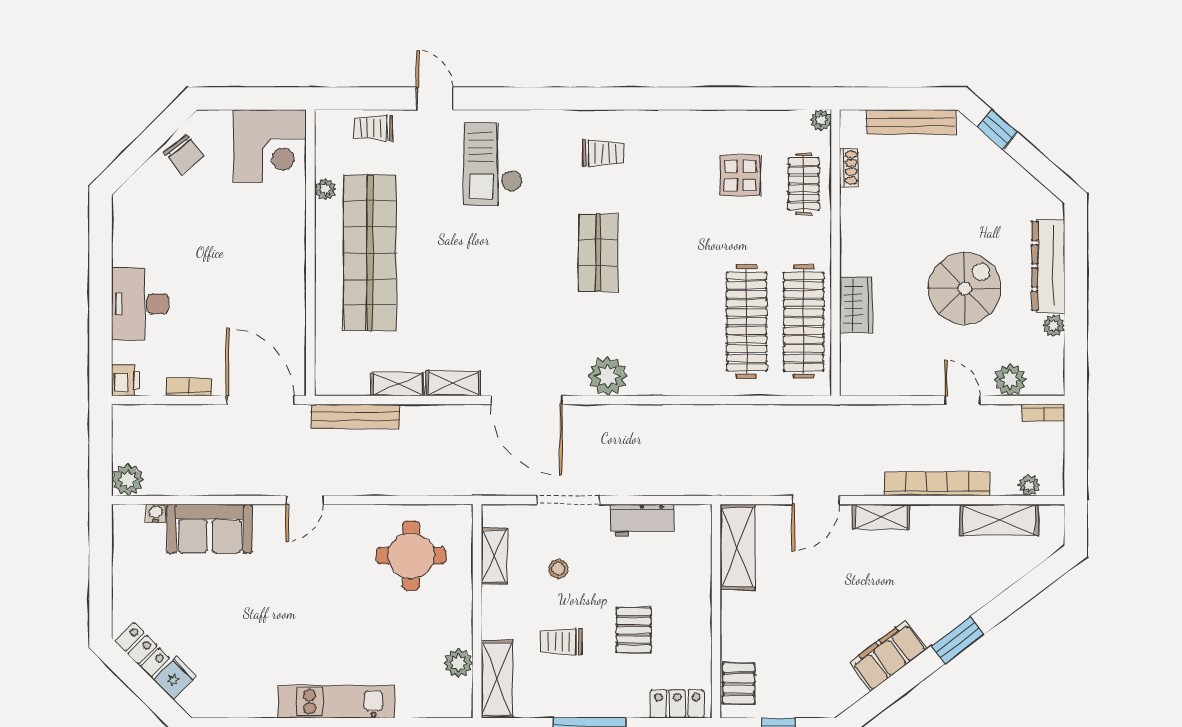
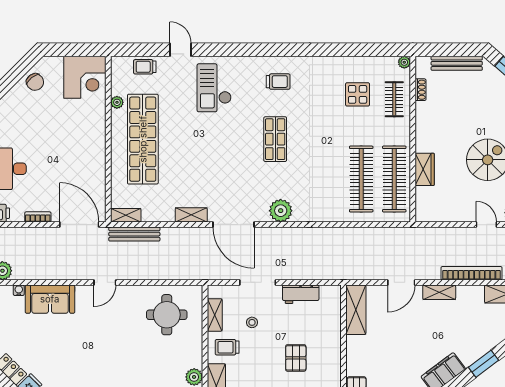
shelving: (398, 384) -> (126, 215), moved
trolley: (561, 642) -> (227, 347), moved

